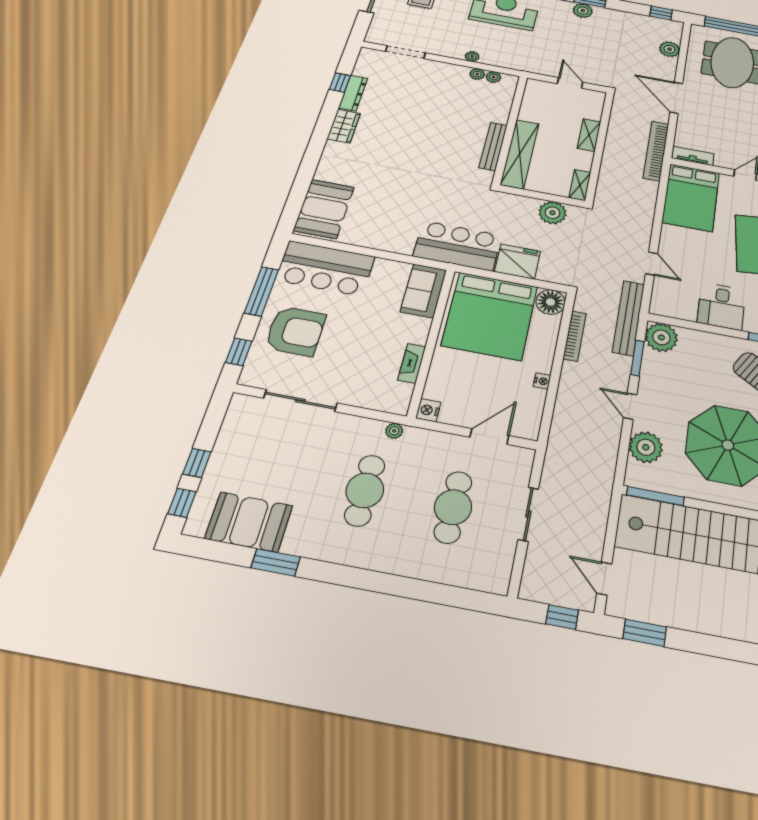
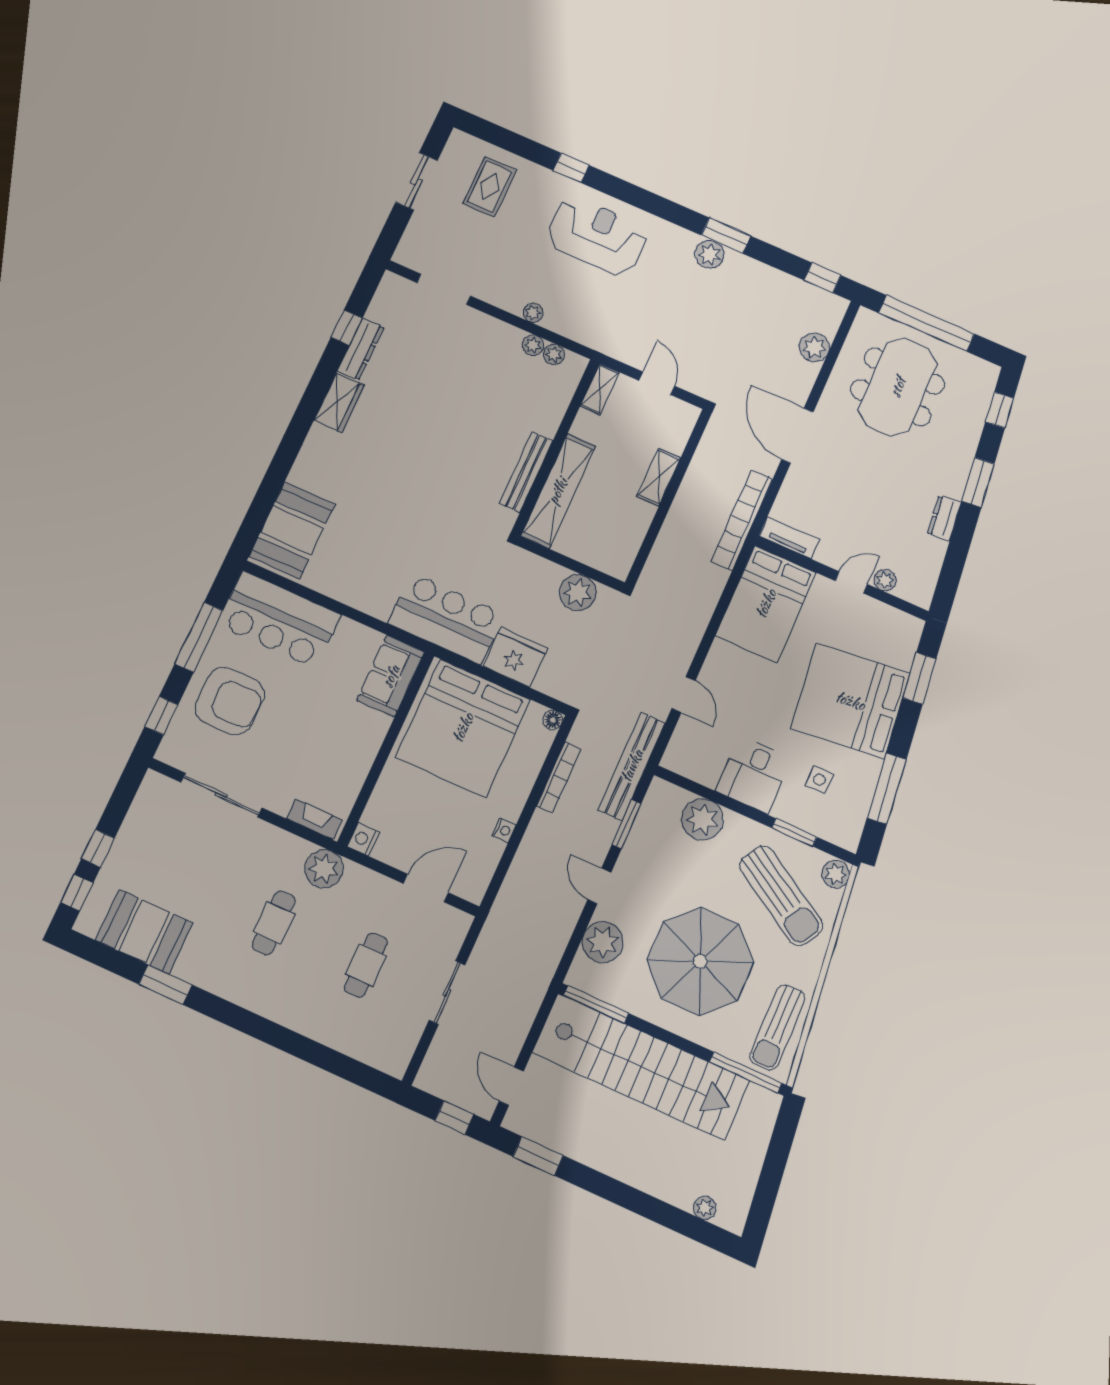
shelving: (580, 185) -> (600, 389), moved
floor lamp: (551, 302) -> (553, 720), width x0.53, depth x0.53
plant: (661, 337) -> (702, 819), moved
fireplace: (412, 363) -> (314, 819), moved, turned 90
plant: (394, 431) -> (324, 869), width x1.87, depth x1.87
cafe table: (365, 490) -> (274, 923), width x0.73, depth x0.74
cafe table: (453, 507) -> (366, 965), width x0.73, depth x0.74

